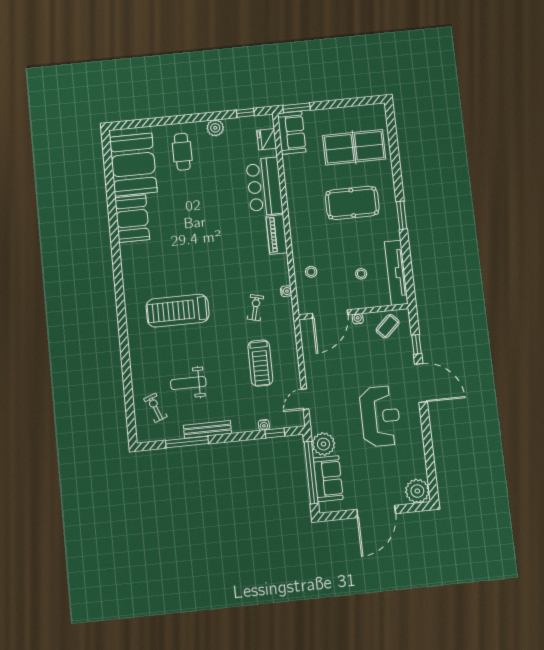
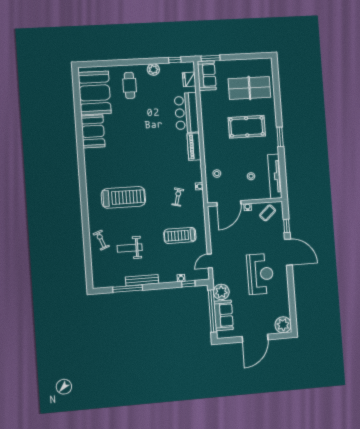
treadmill: (178, 311) -> (123, 197), turned 180
treadmill: (260, 363) -> (180, 235), turned 90
exercise bike: (155, 408) -> (101, 240), moved

